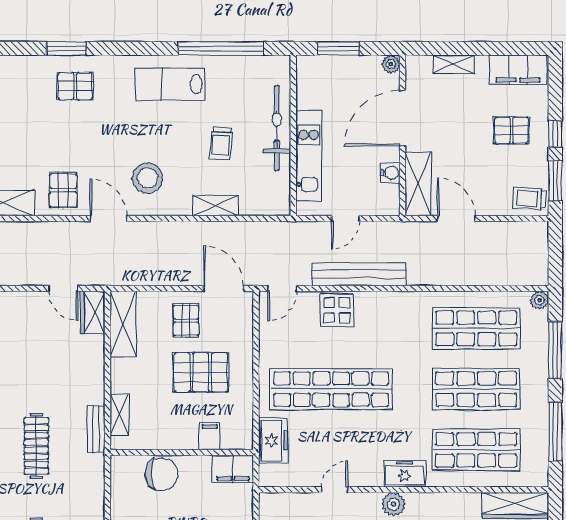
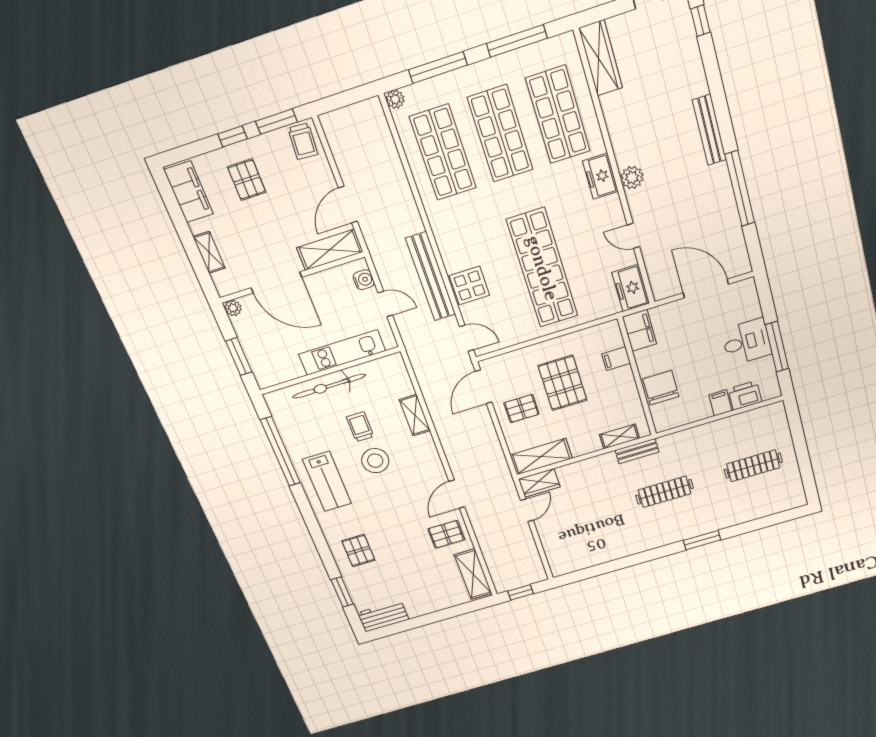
window: (66, 48) -> (342, 592), moved
trolley: (221, 143) -> (360, 427), turned -94
water cooler: (390, 173) -> (364, 280), moved, turned 90
stool: (148, 178) -> (375, 461), moved
freezer: (273, 441) -> (631, 288), moved, turned -90

